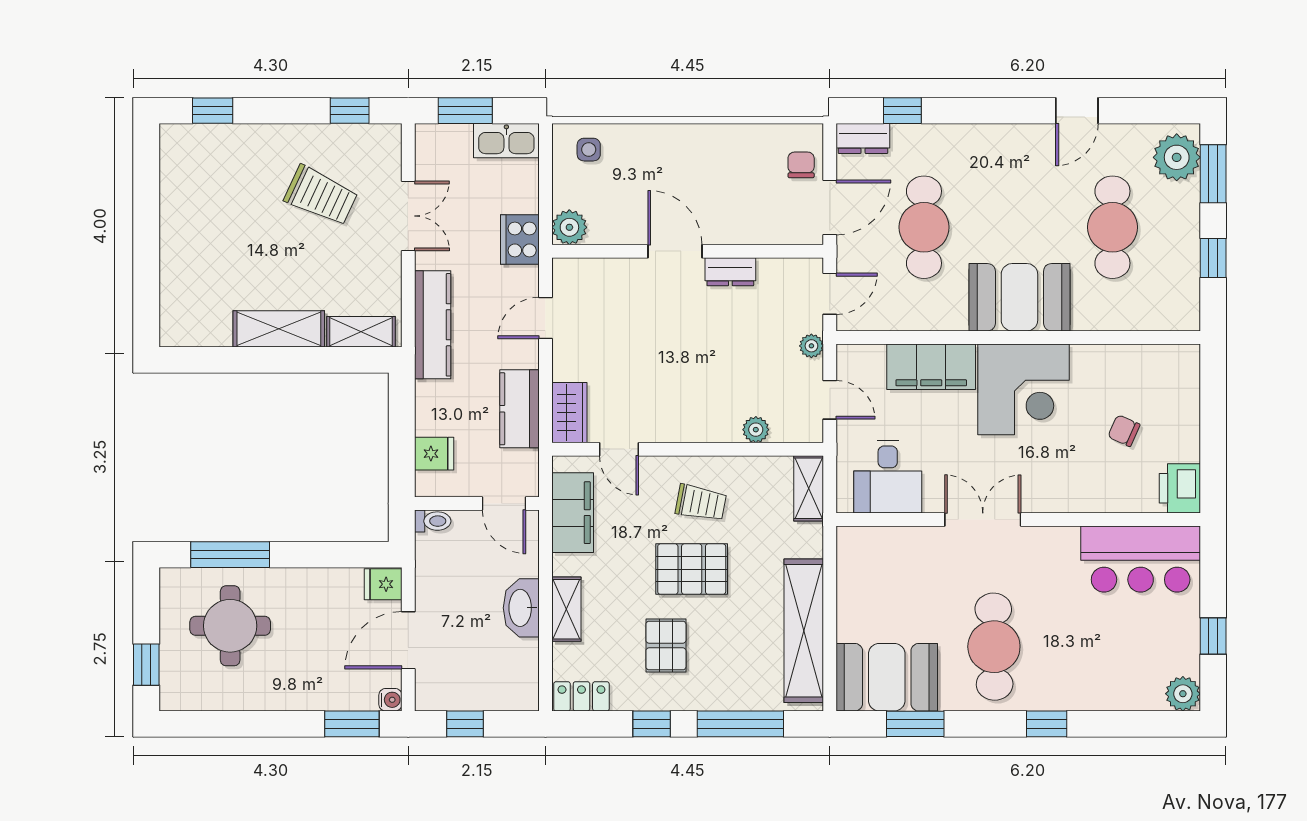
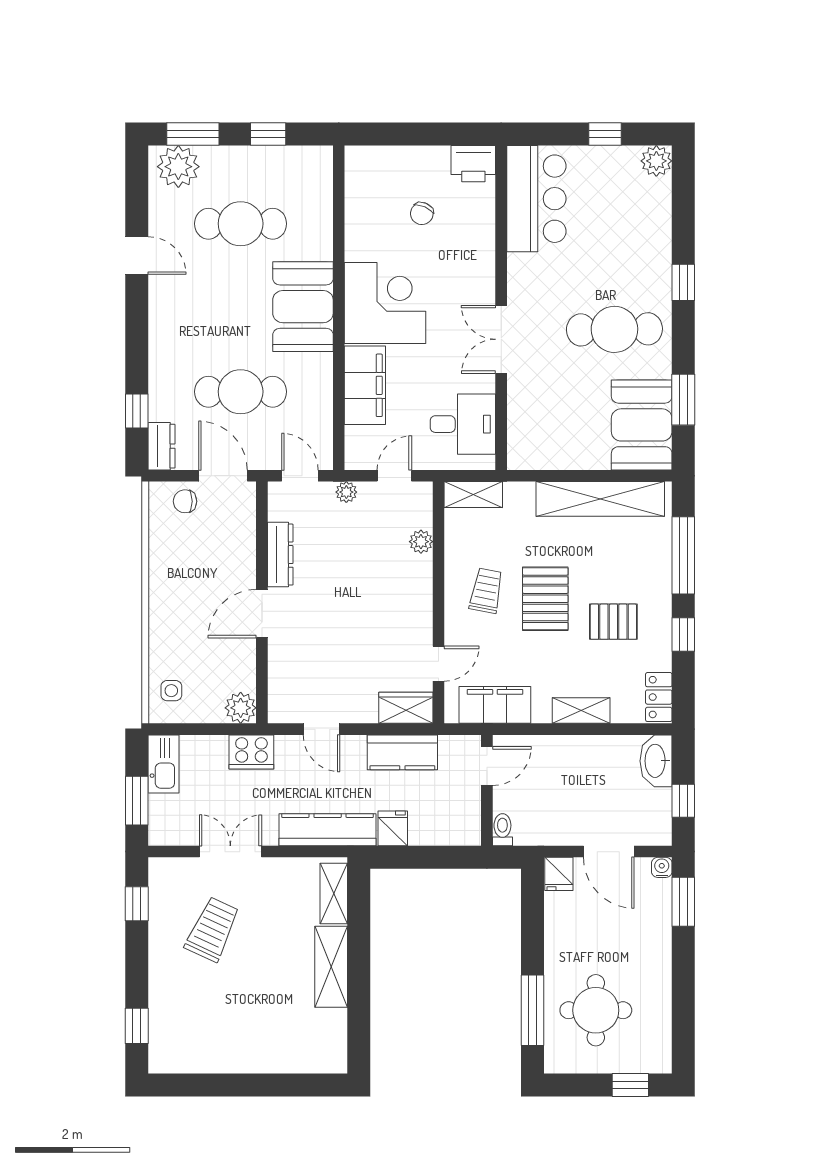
dresser: (730, 272) -> (280, 555), width x1.44
fridge: (434, 454) -> (393, 828), moved
washbasin: (521, 608) -> (656, 761), moved, turned 90

